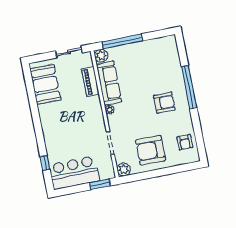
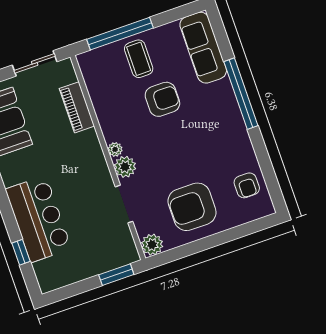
plant: (101, 56) -> (125, 167), moved
coffee table: (131, 58) -> (139, 59), added
sofa: (109, 83) -> (203, 48), moved, turned 180
armchair: (164, 103) -> (162, 99), moved
bar counter: (74, 173) -> (38, 219), moved, turned 90

